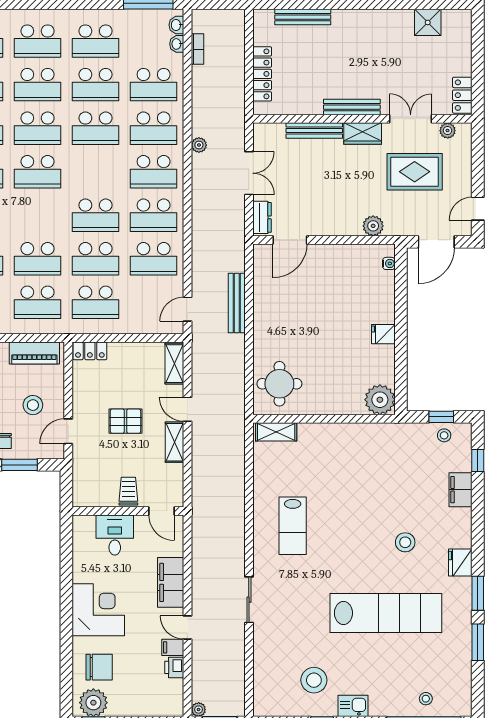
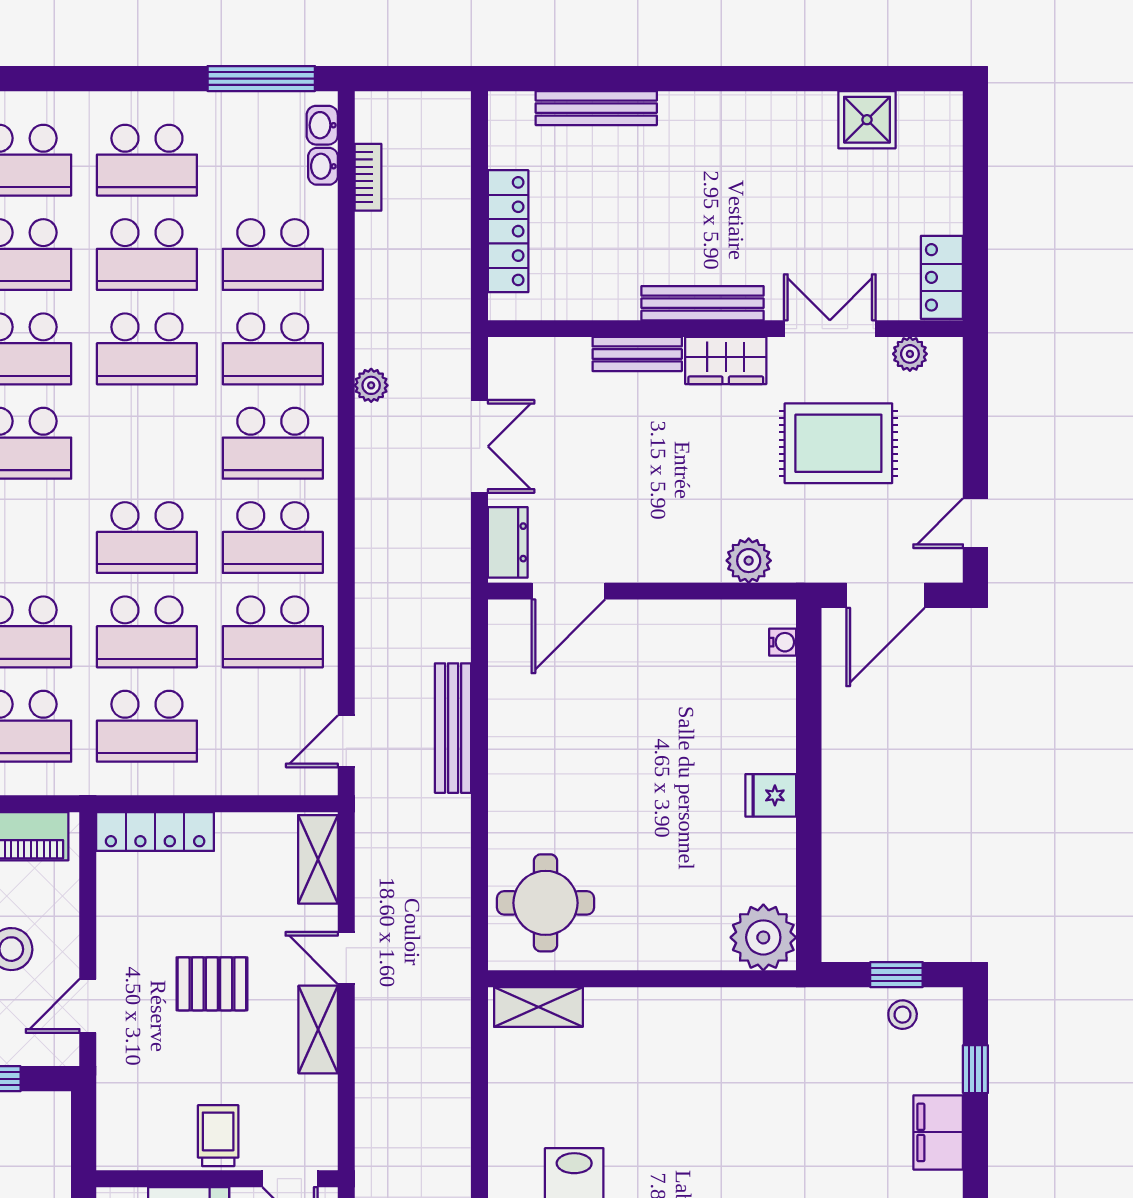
bench: (314, 131) -> (637, 354), width x0.73
locker: (90, 351) -> (155, 831), width x1.53

